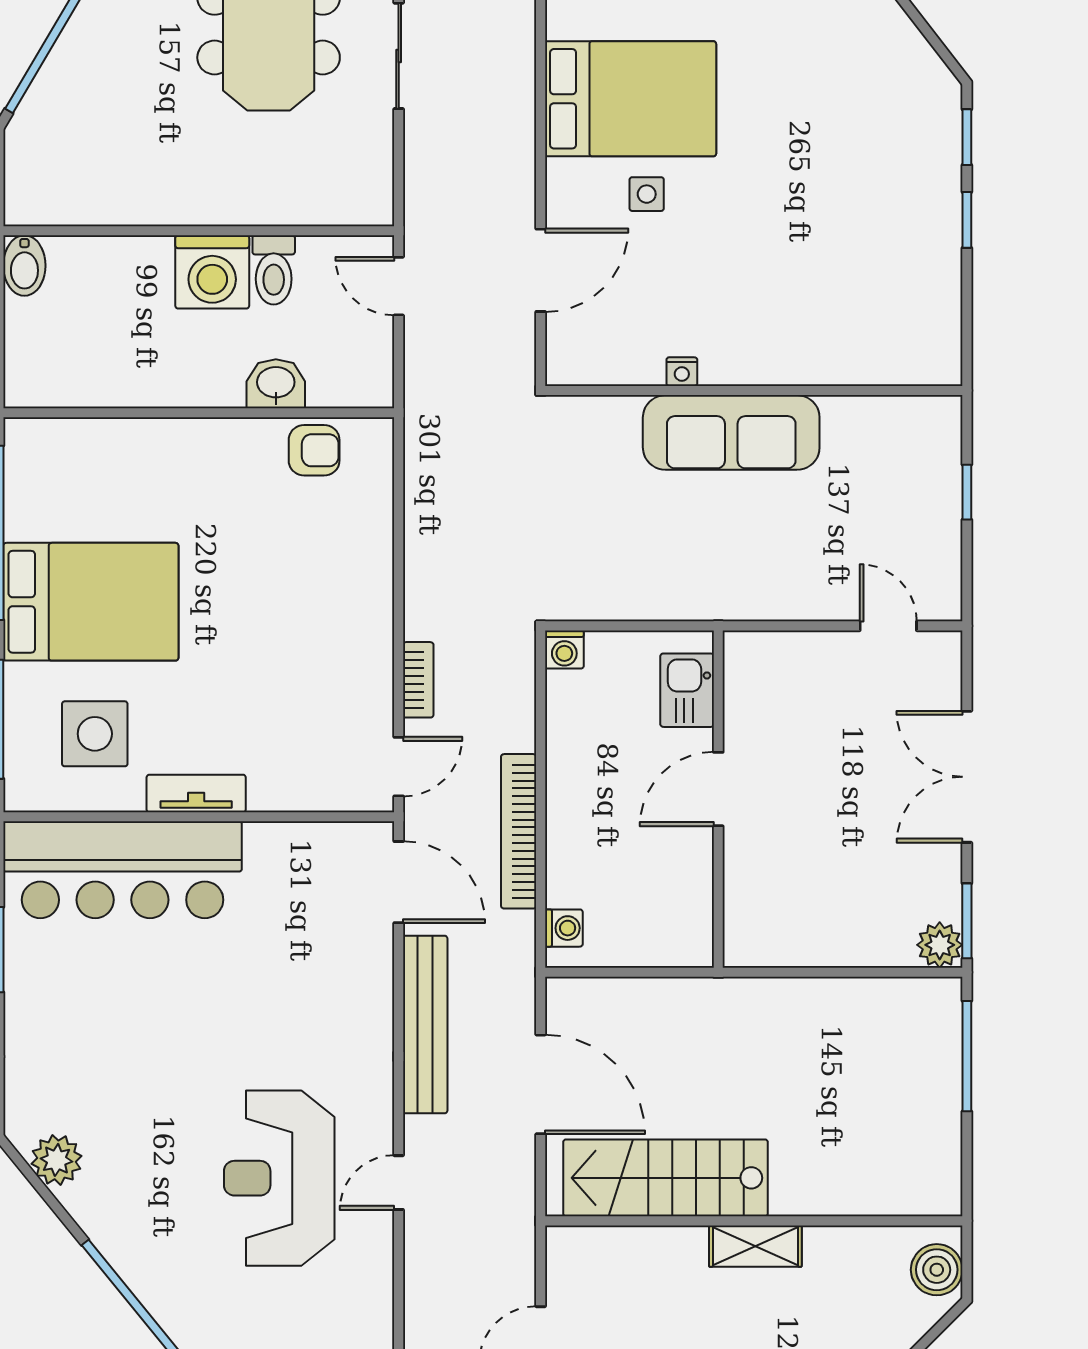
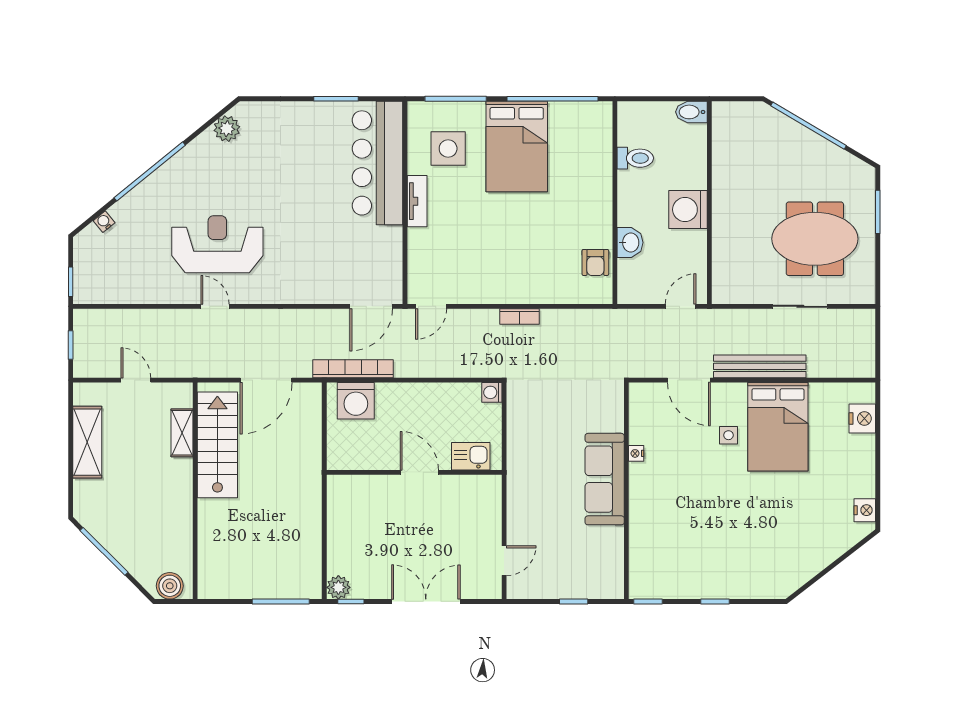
window: (967, 137) -> (648, 601), moved
toilet: (274, 270) -> (635, 158), moved, turned 180
bookcase: (418, 680) -> (519, 316), moved
door: (399, 767) -> (431, 306), hinge flipped
bookcase: (519, 831) -> (353, 369), moved
window: (967, 921) -> (351, 601), width x0.67
washing machine: (564, 928) -> (356, 401), width x1.89, depth x1.89
bench: (425, 1025) -> (760, 366), moved
shelving: (755, 1246) -> (182, 433), moved

